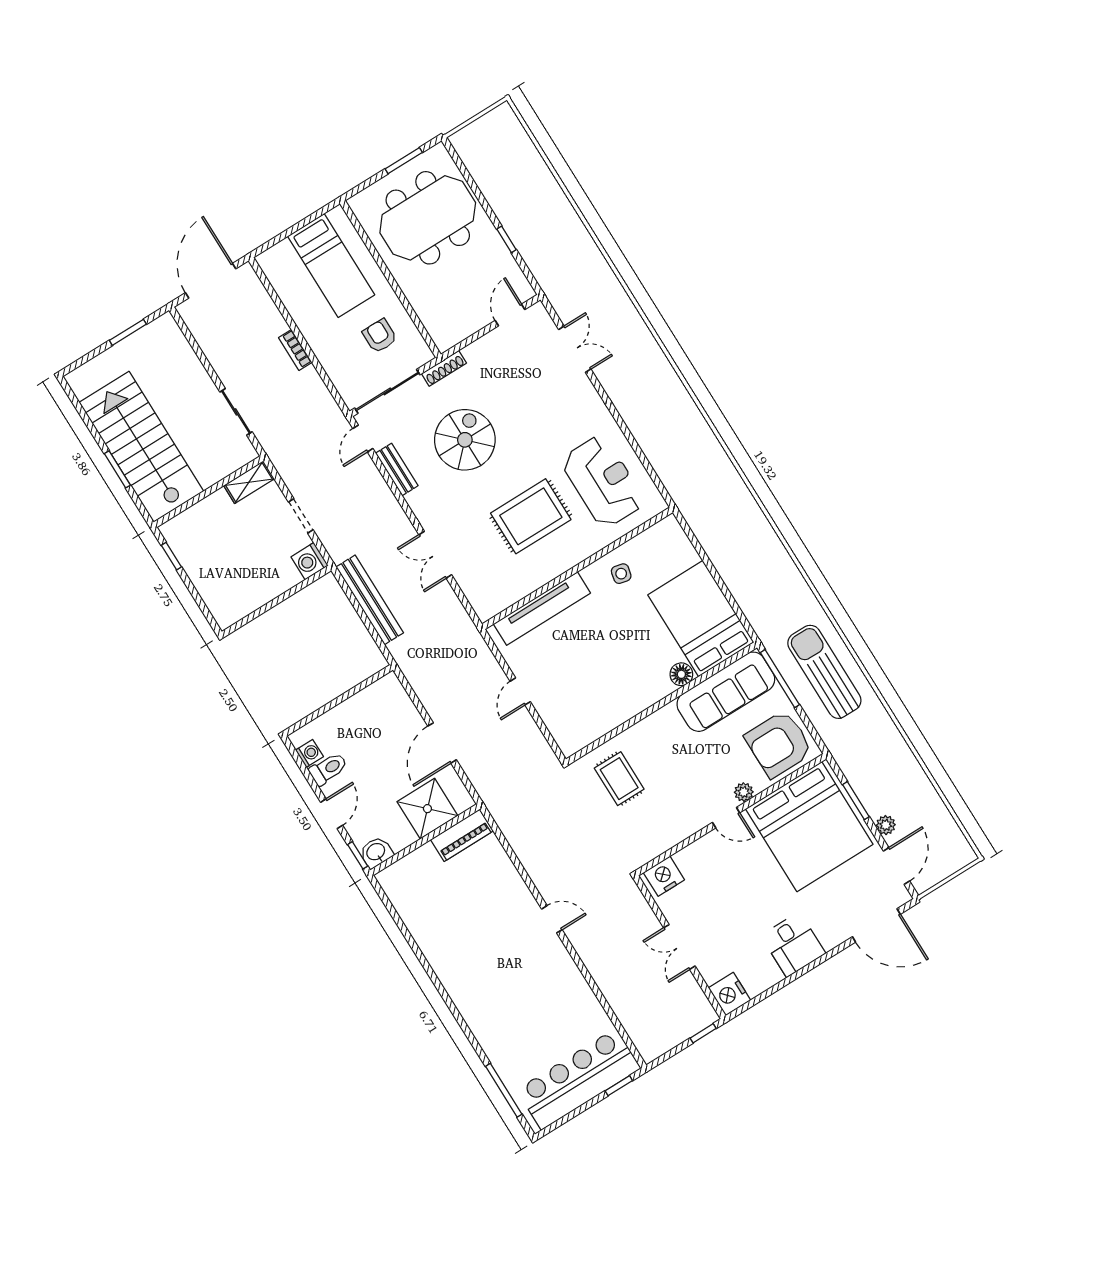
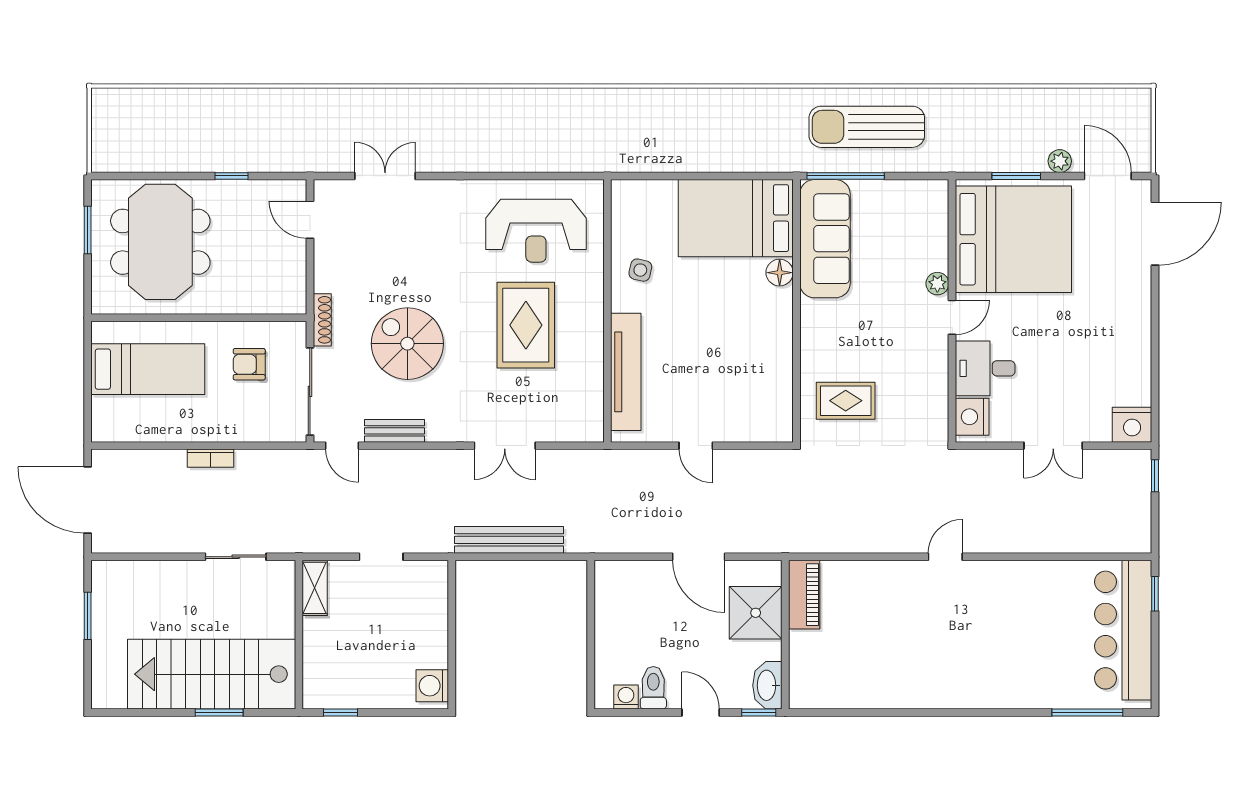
reception desk: (603, 482) -> (536, 231), turned 180
washing machine: (310, 561) -> (432, 686), moved, turned 90
armchair: (779, 744) -> (911, 218), removed
washbasin: (376, 852) -> (767, 685), width x1.38
desk: (793, 944) -> (985, 368), moved, turned 180

